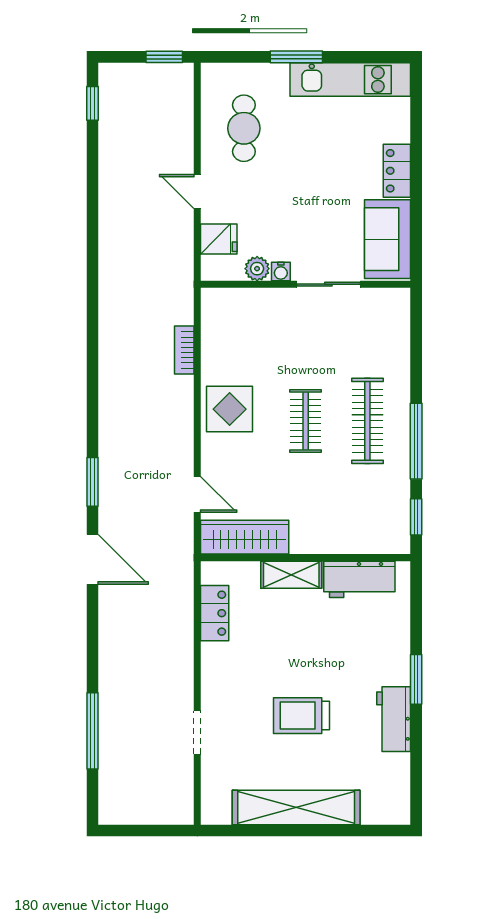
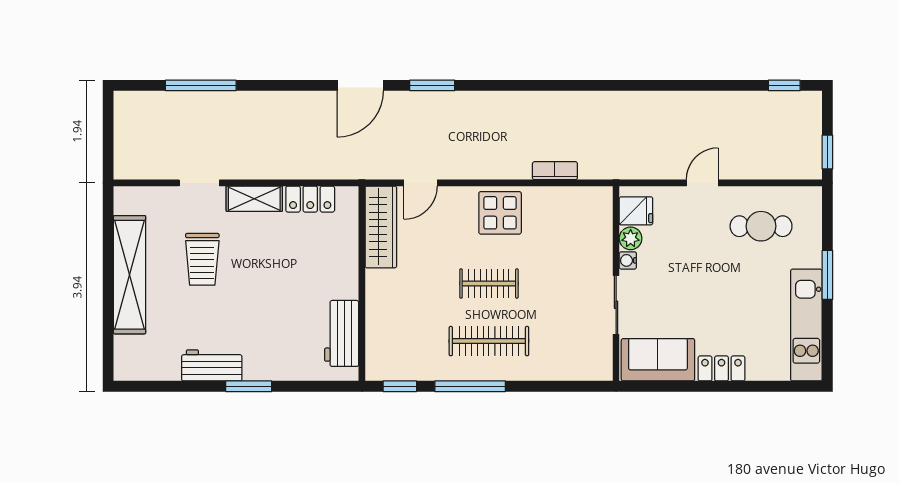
fridge: (219, 239) -> (636, 211), moved, turned -90
shelving: (291, 575) -> (254, 199), moved, turned 90
trolley: (302, 716) -> (202, 259), moved, turned 180

